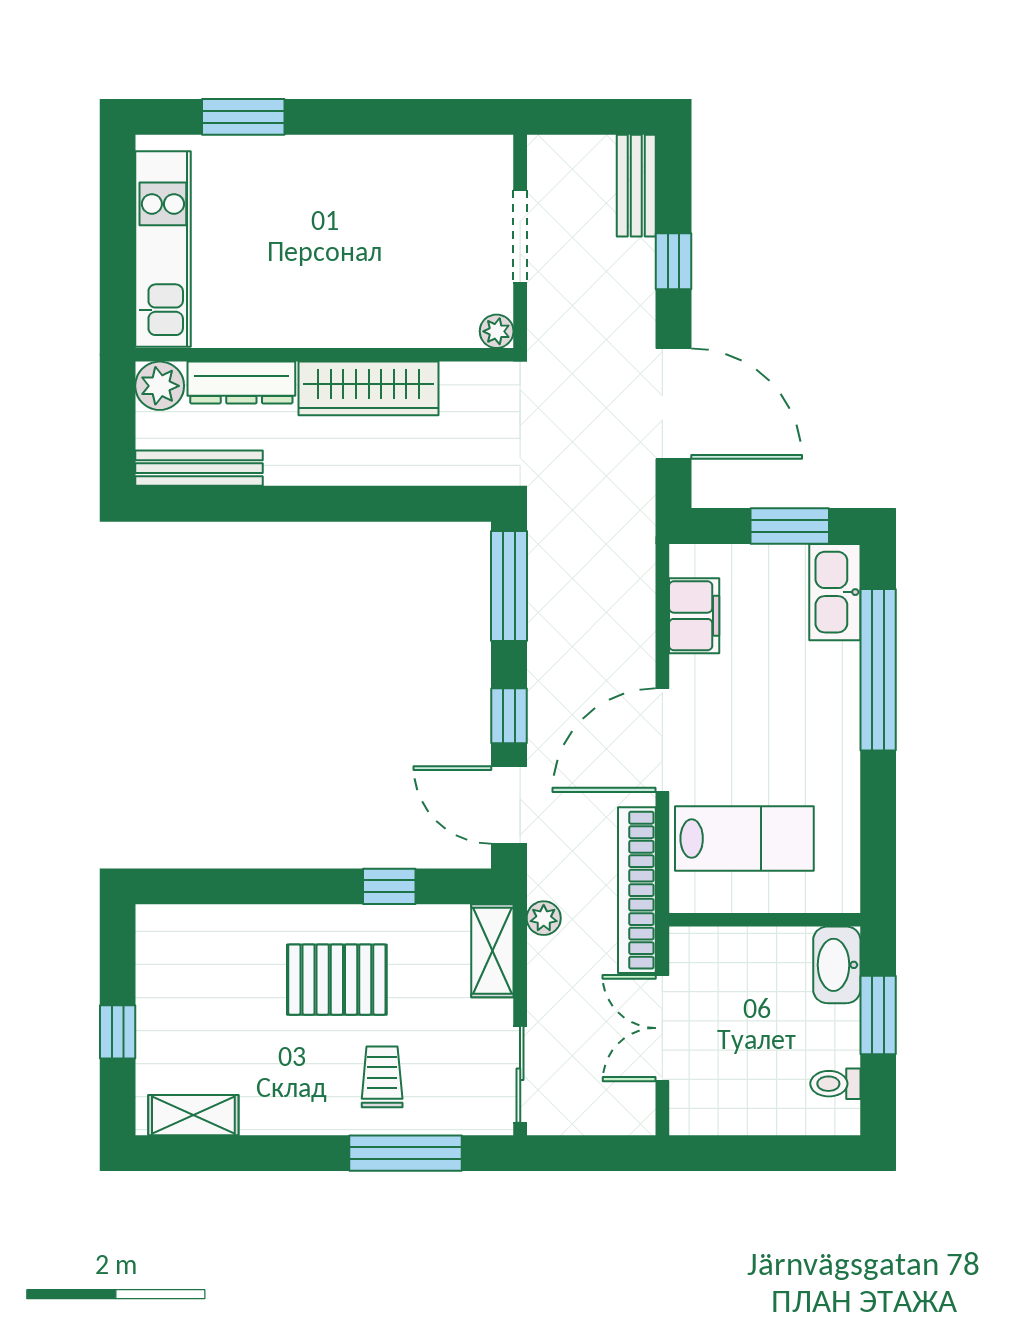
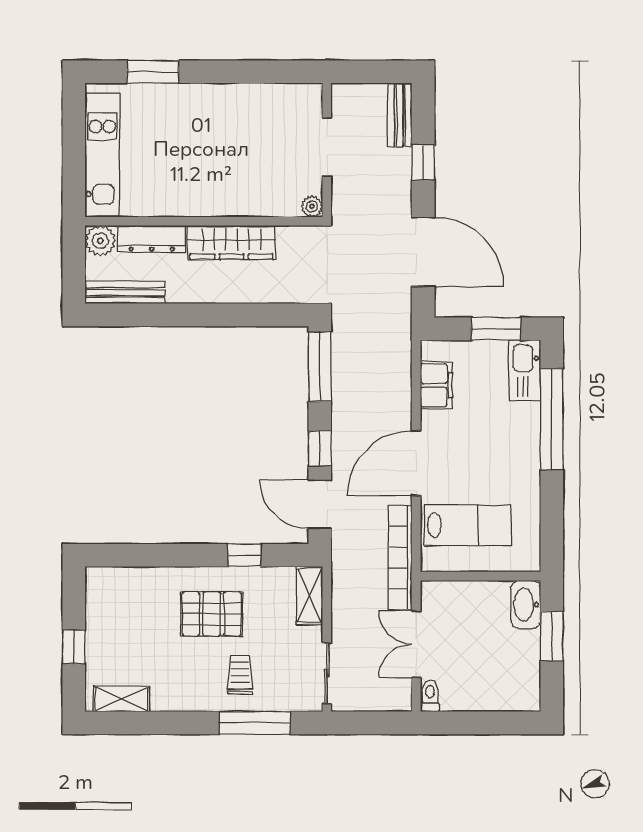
plant: (544, 918) -> (342, 575), removed
toilet: (835, 1084) -> (430, 696), moved, turned 90

